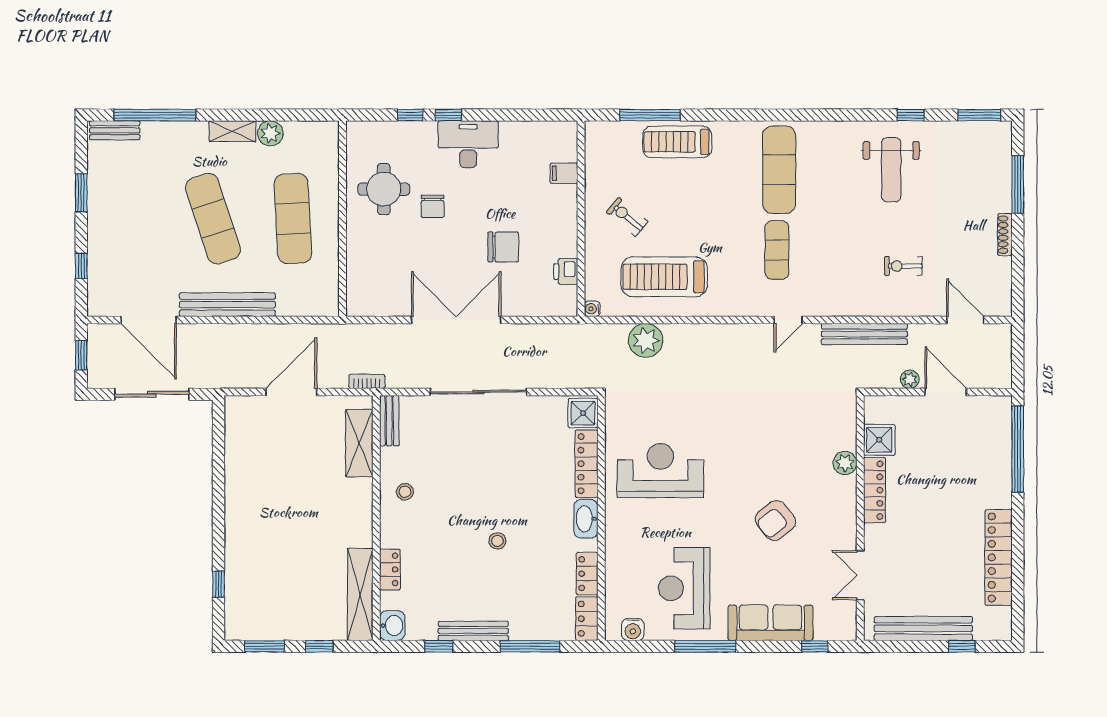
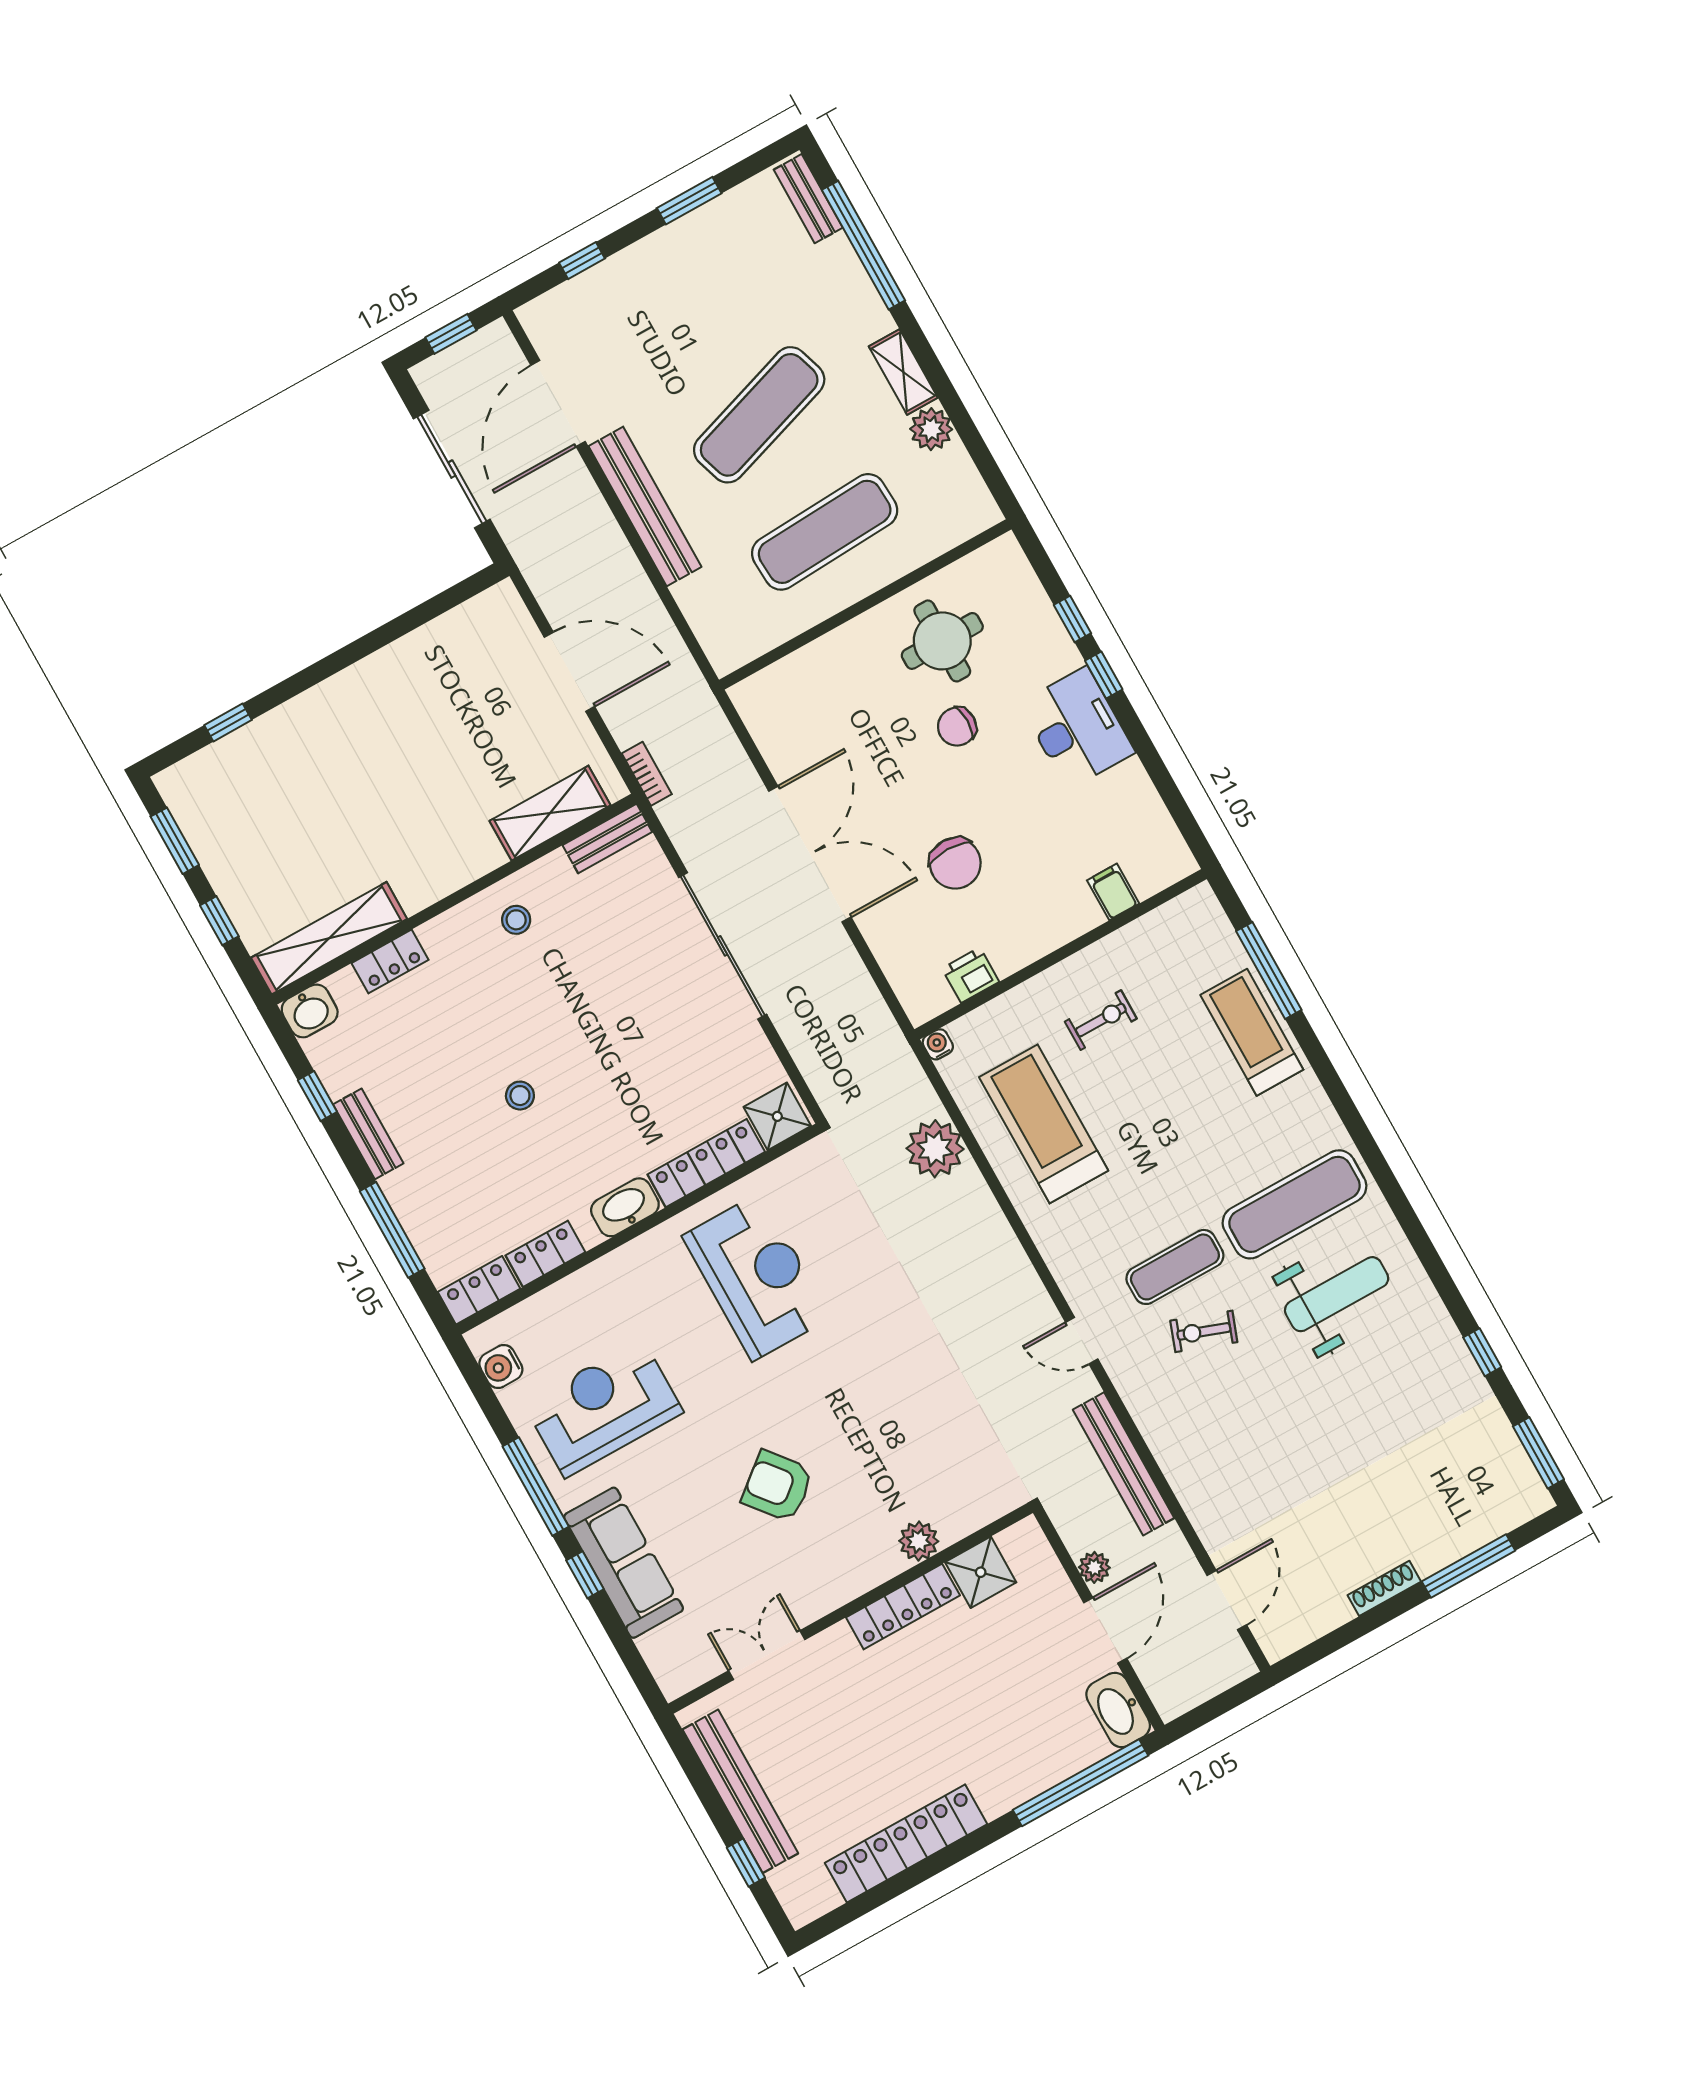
weight bench: (891, 170) -> (1337, 1294), moved, turned 180
exercise bike: (627, 217) -> (1101, 1020), turned 50
exercise bike: (903, 266) -> (1204, 1331), moved, turned -70
washbasin: (991, 408) -> (1118, 1710), added
bench: (473, 631) -> (368, 1134), width x0.73
window: (815, 646) -> (585, 1575), moved

